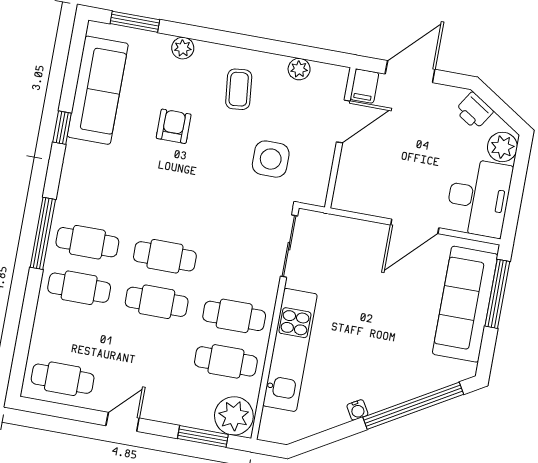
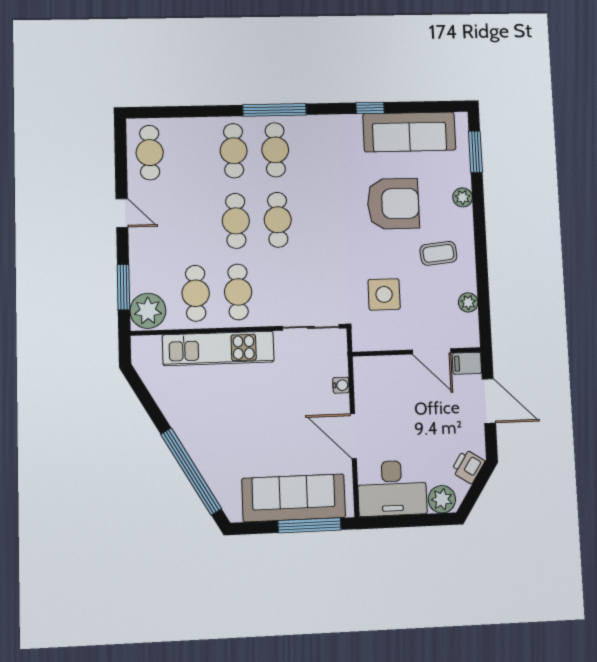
armchair: (174, 126) -> (393, 204), width x1.88, depth x1.88
water cooler: (357, 410) -> (341, 385), moved, turned -150

